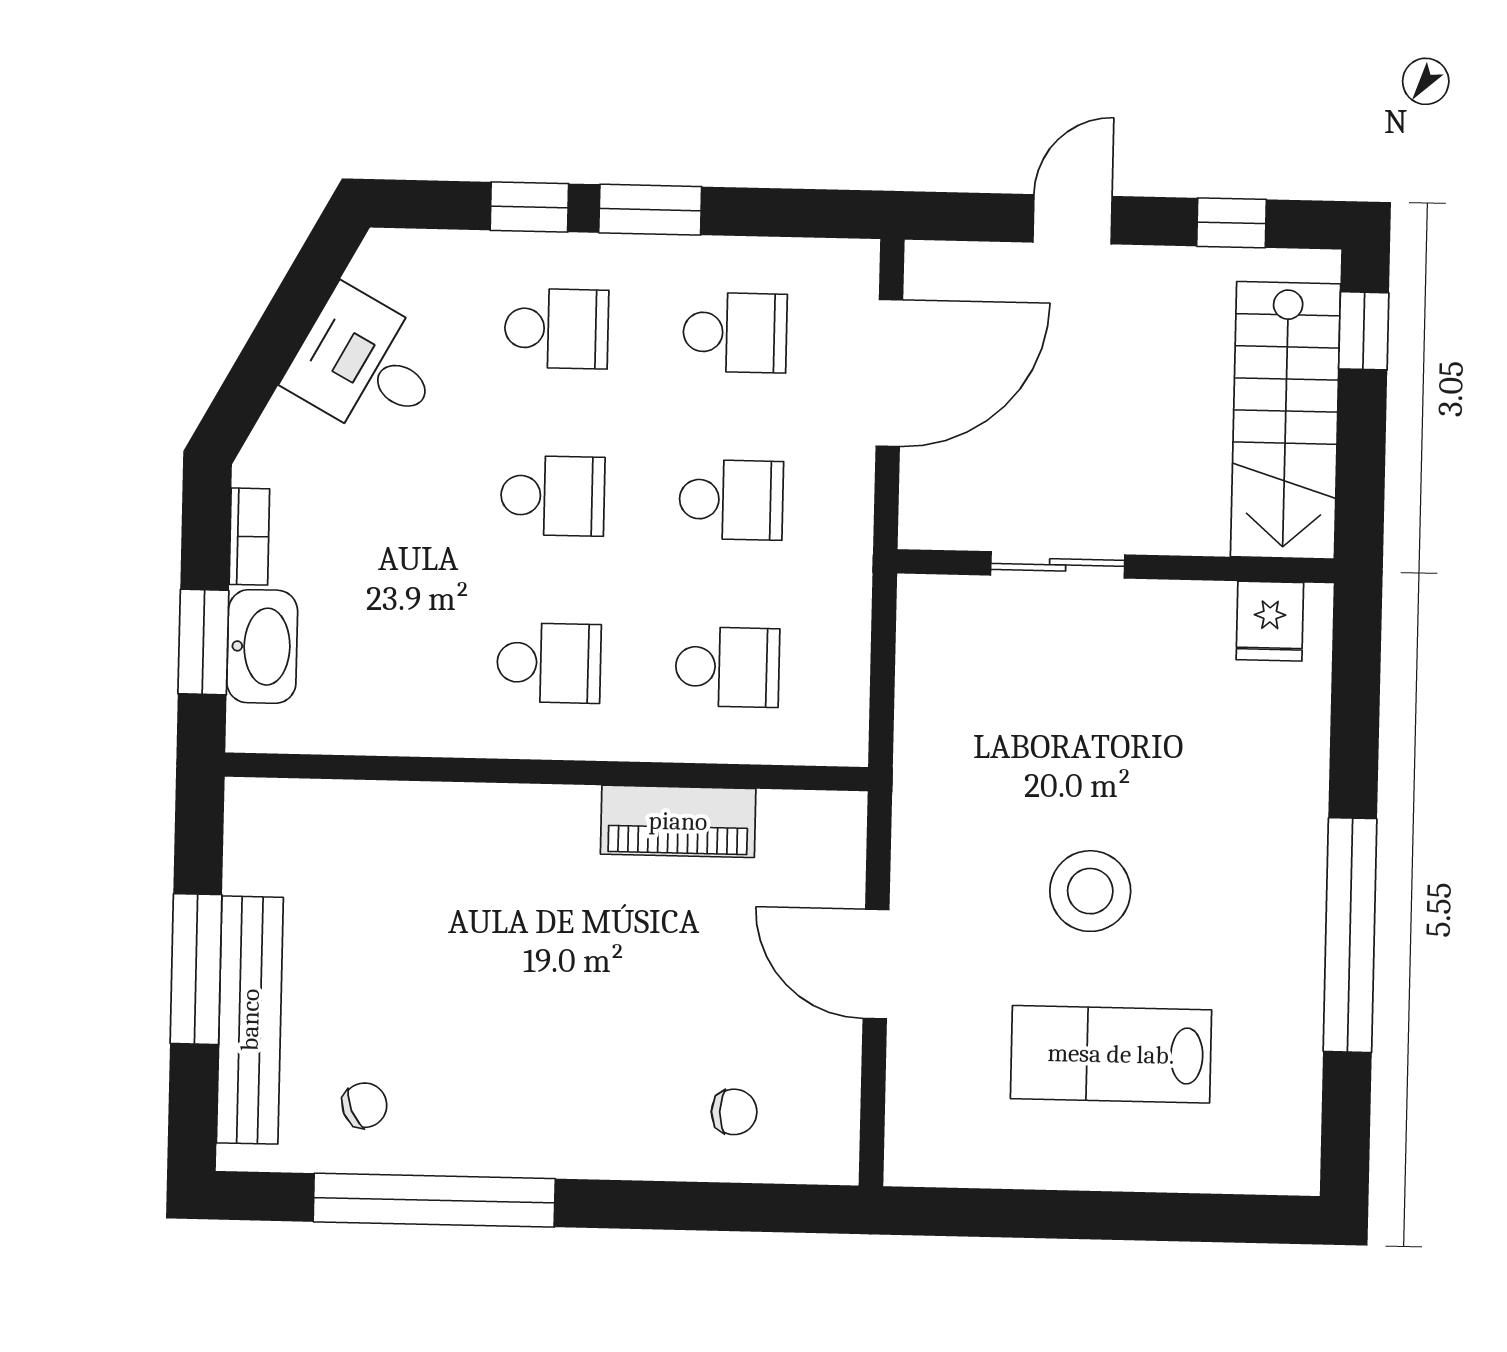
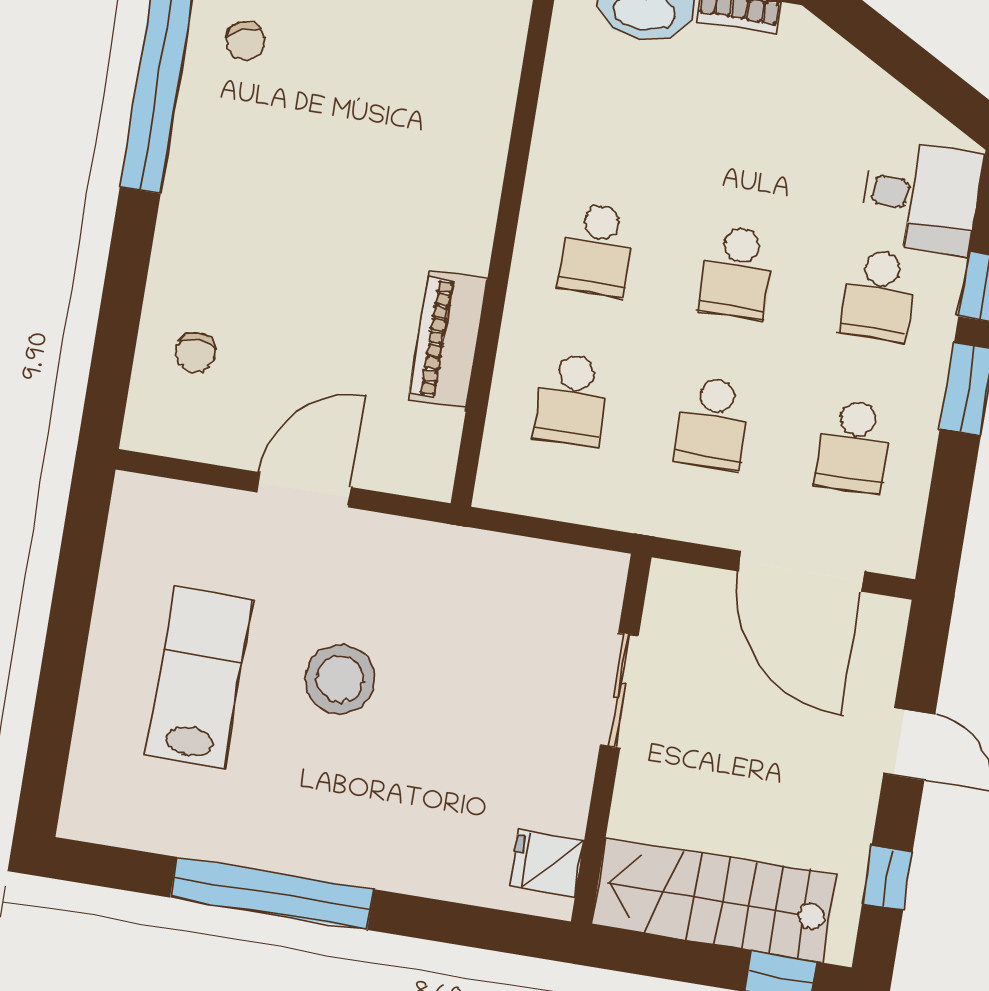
desk: (366, 365) -> (921, 196), moved, turned 61

